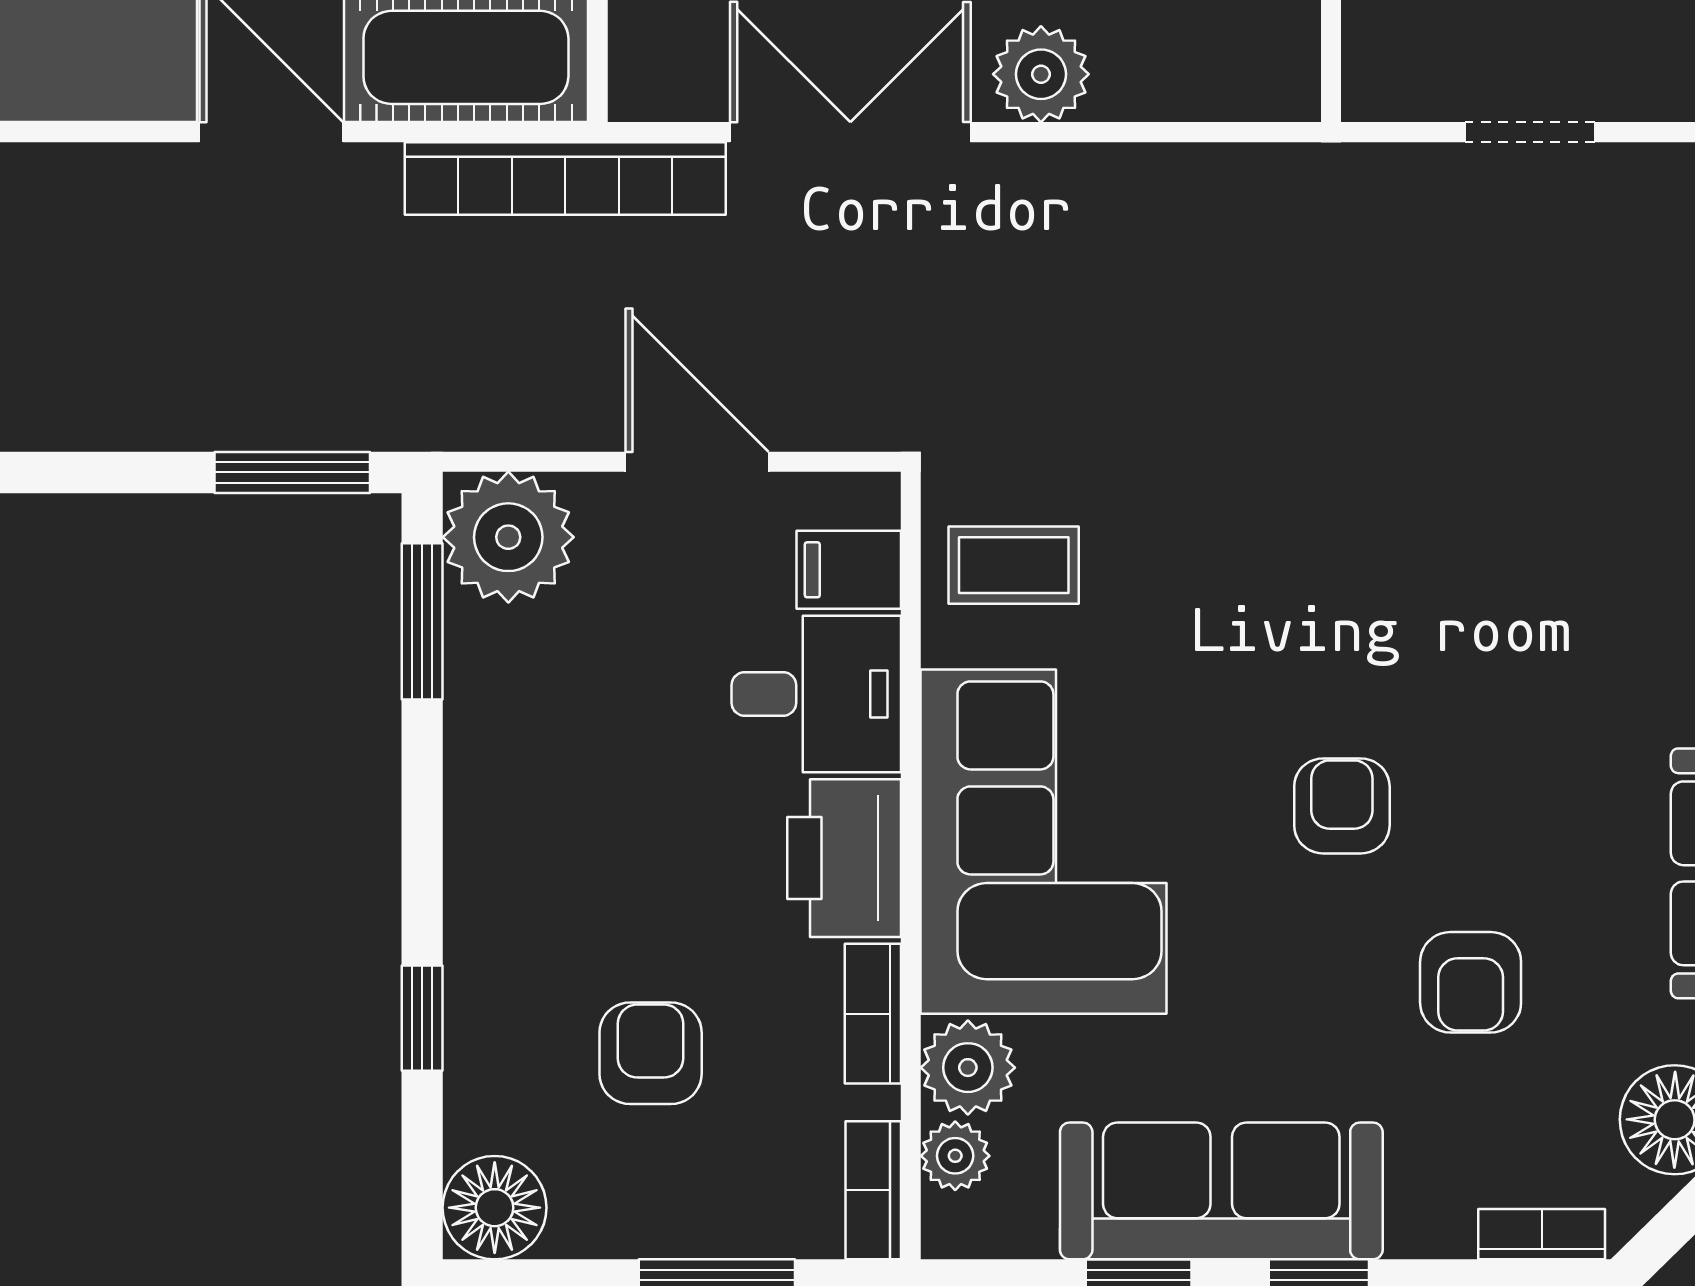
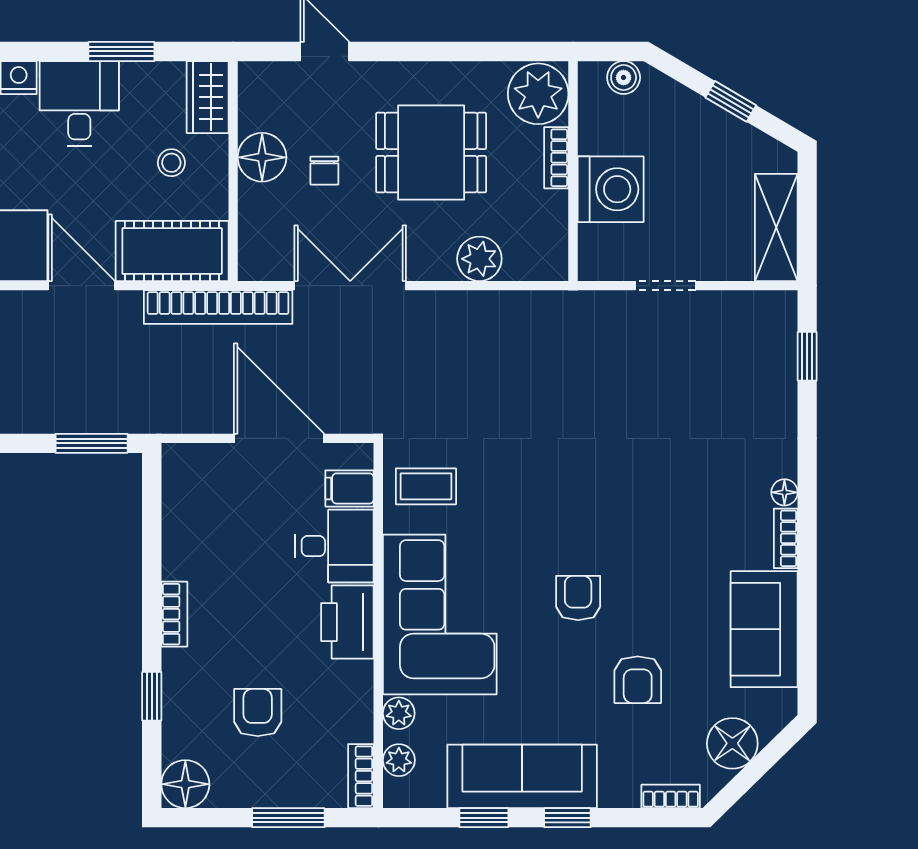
plant: (1041, 74) -> (479, 259), moved
door: (697, 462) -> (279, 438), width x1.36
plant: (508, 537) -> (192, 473), removed
window: (422, 621) -> (152, 512), removed
bookcase: (873, 1014) -> (174, 614), moved, turned 180
plant: (968, 1068) -> (399, 713), width x0.73, depth x0.73

